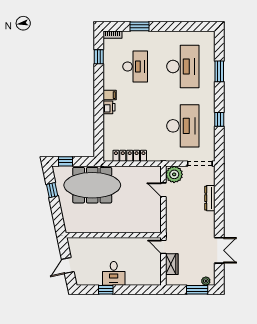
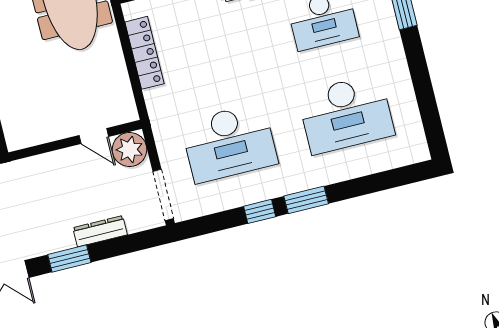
window: (219, 71) -> (306, 200), moved
door: (163, 190) -> (94, 136), swing flipped
window: (219, 216) -> (69, 259), added

